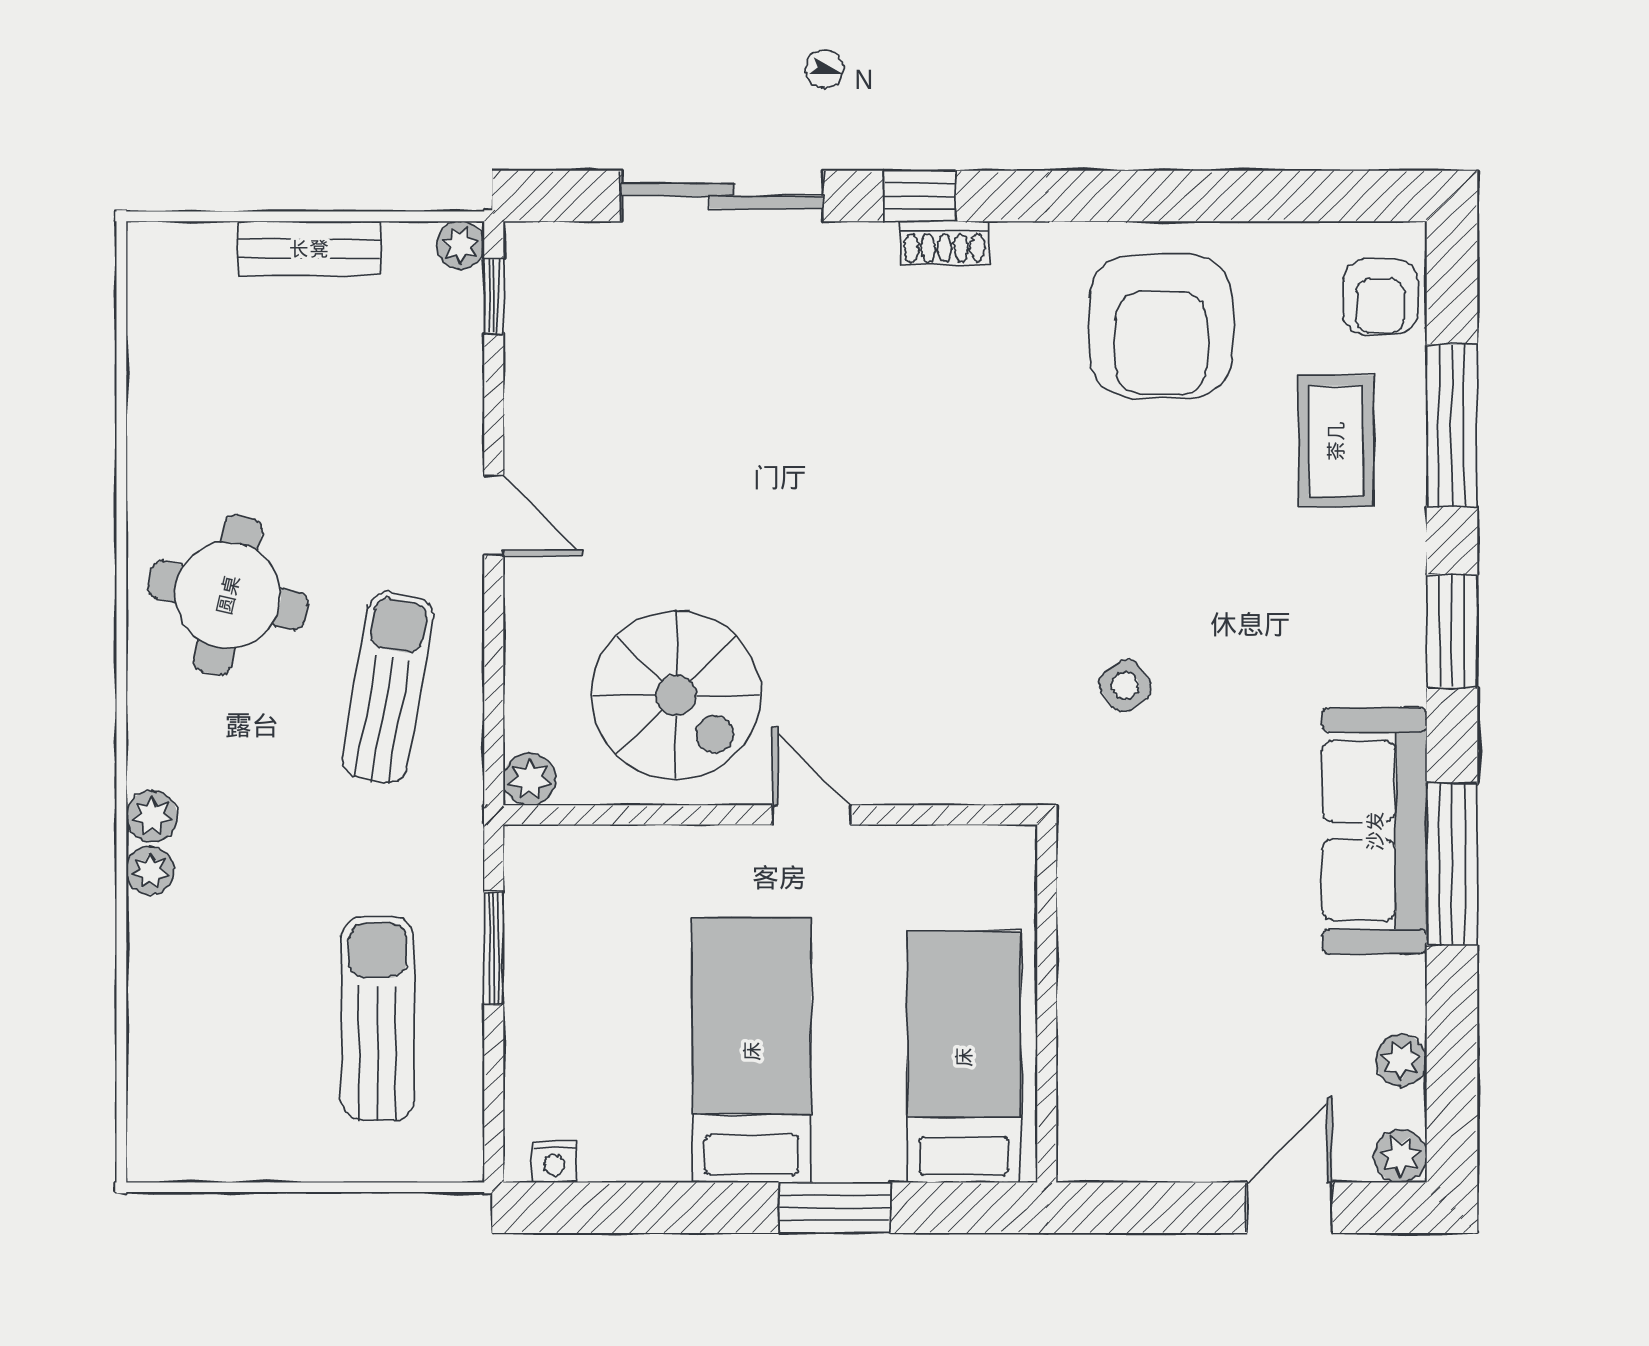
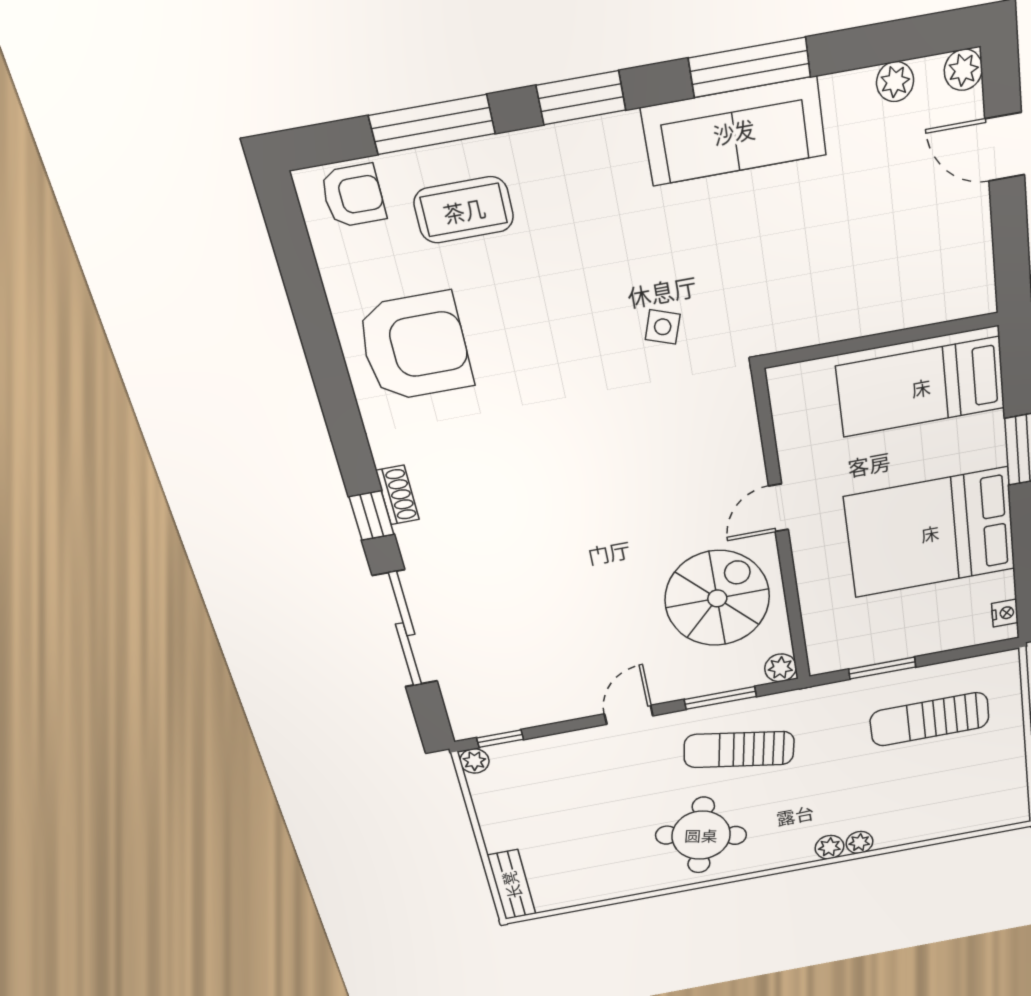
bench: (309, 249) -> (511, 885), moved
window: (494, 672) -> (720, 698), added
side table: (1125, 686) -> (663, 327), turned -35
bed: (752, 1051) -> (930, 533), width x1.50

